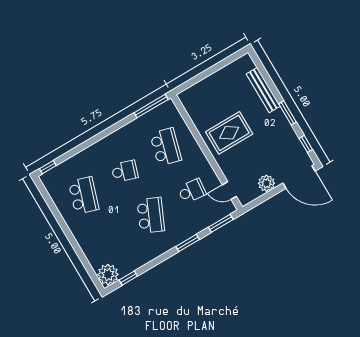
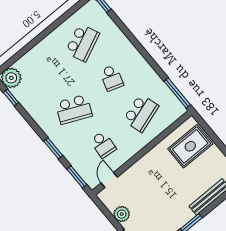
rug: (229, 133) -> (190, 146), moved, turned 90
school desk: (166, 147) -> (141, 113), turned -33
school desk: (84, 195) -> (82, 43), turned -42

